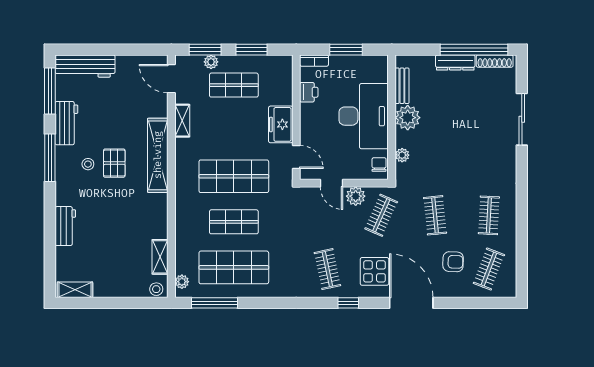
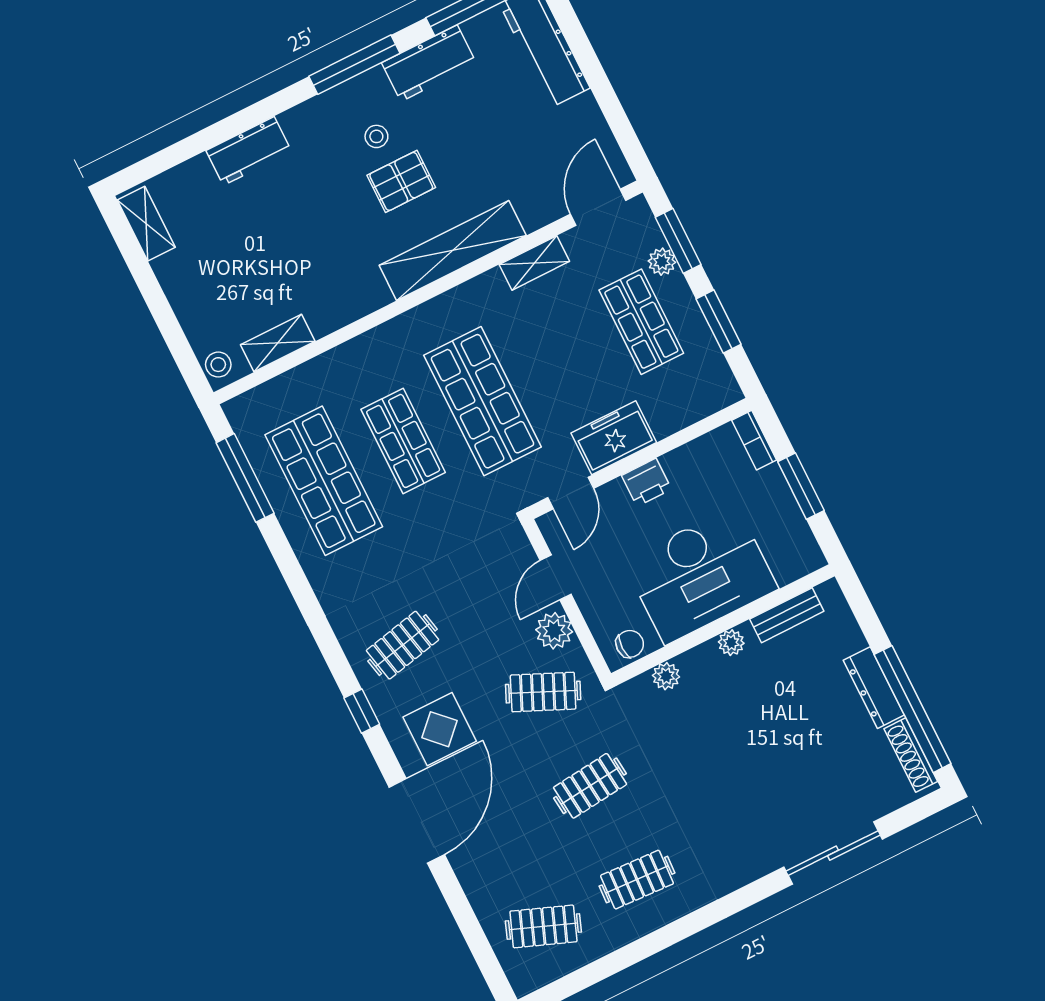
printer: (309, 92) -> (647, 482), moved
plant: (408, 118) -> (731, 643), width x0.53, depth x0.53
armchair: (453, 262) -> (525, 858), removed
plant: (182, 282) -> (254, 403), removed

